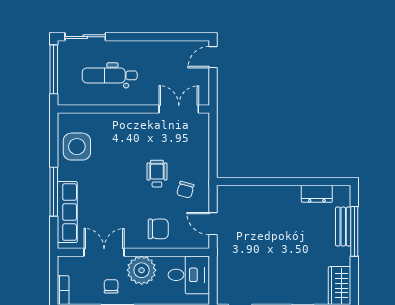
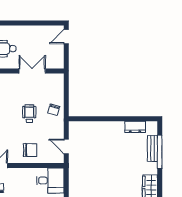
double door: (179, 109) -> (32, 71), moved
chair: (185, 190) -> (54, 110), moved
plant: (142, 270) -> (19, 177), removed

